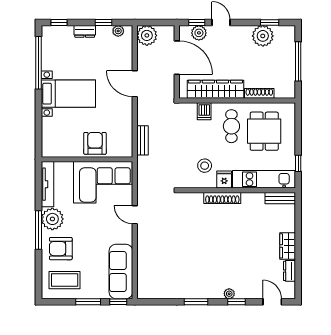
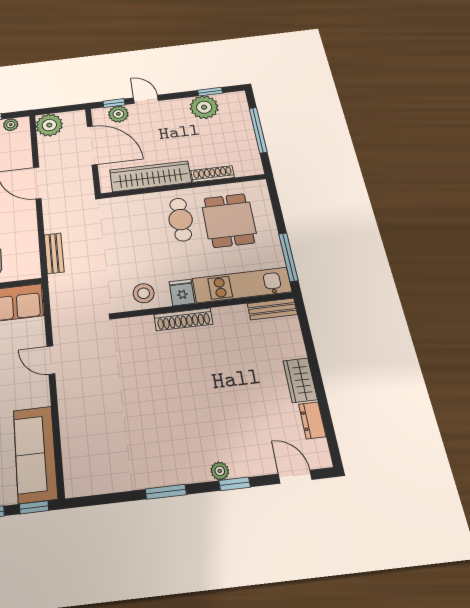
dishwasher: (204, 111) -> (139, 205), removed
window: (298, 163) -> (288, 257), width x2.17
stool: (205, 166) -> (144, 293), moved

